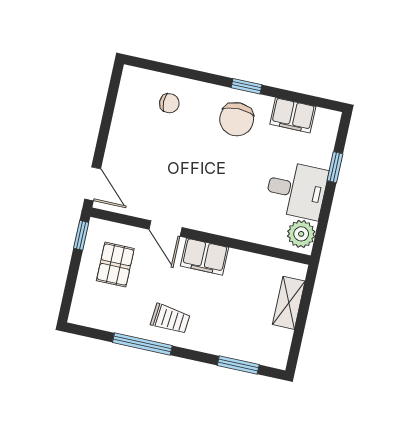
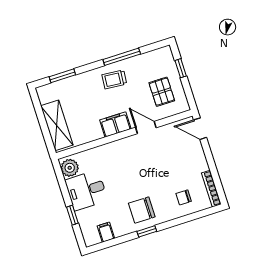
bookcase: (125, 93) -> (211, 189), added
filing cabinet: (293, 115) -> (106, 232), width x0.50
chair: (237, 119) -> (142, 210), turned -90
window: (81, 235) -> (181, 68), moved
shelving: (289, 303) -> (57, 125), width x1.50, depth x1.33

